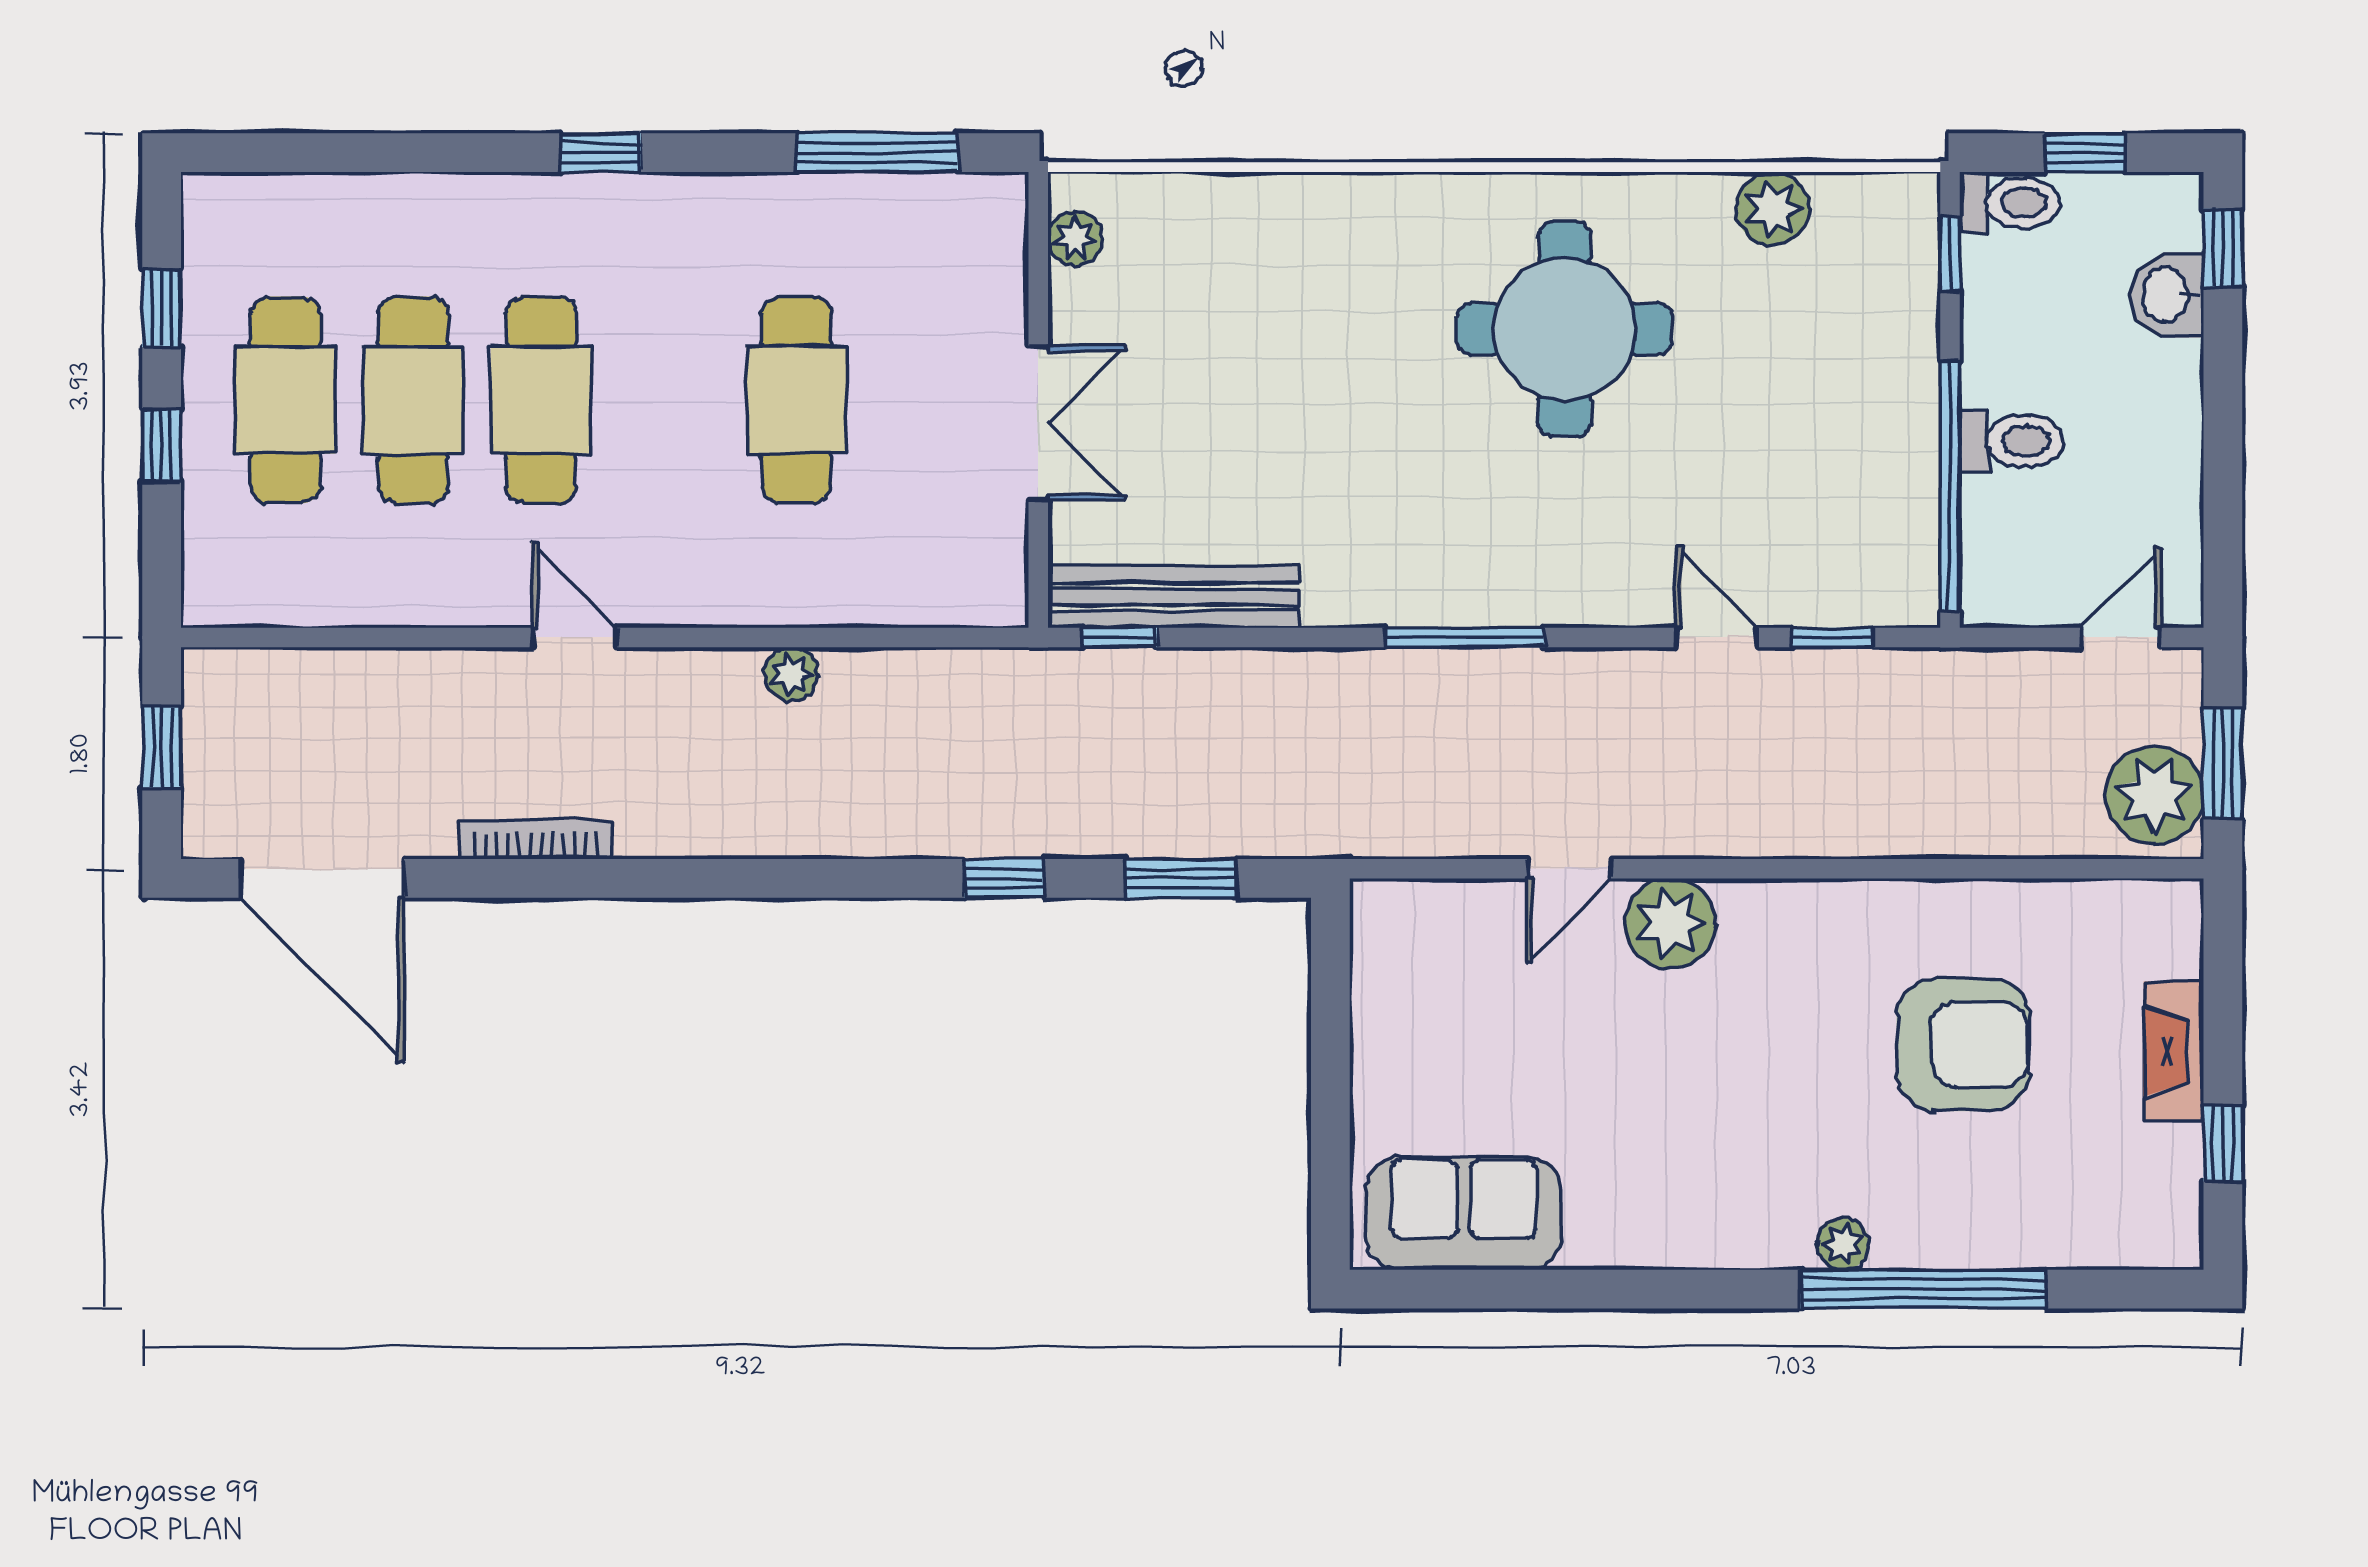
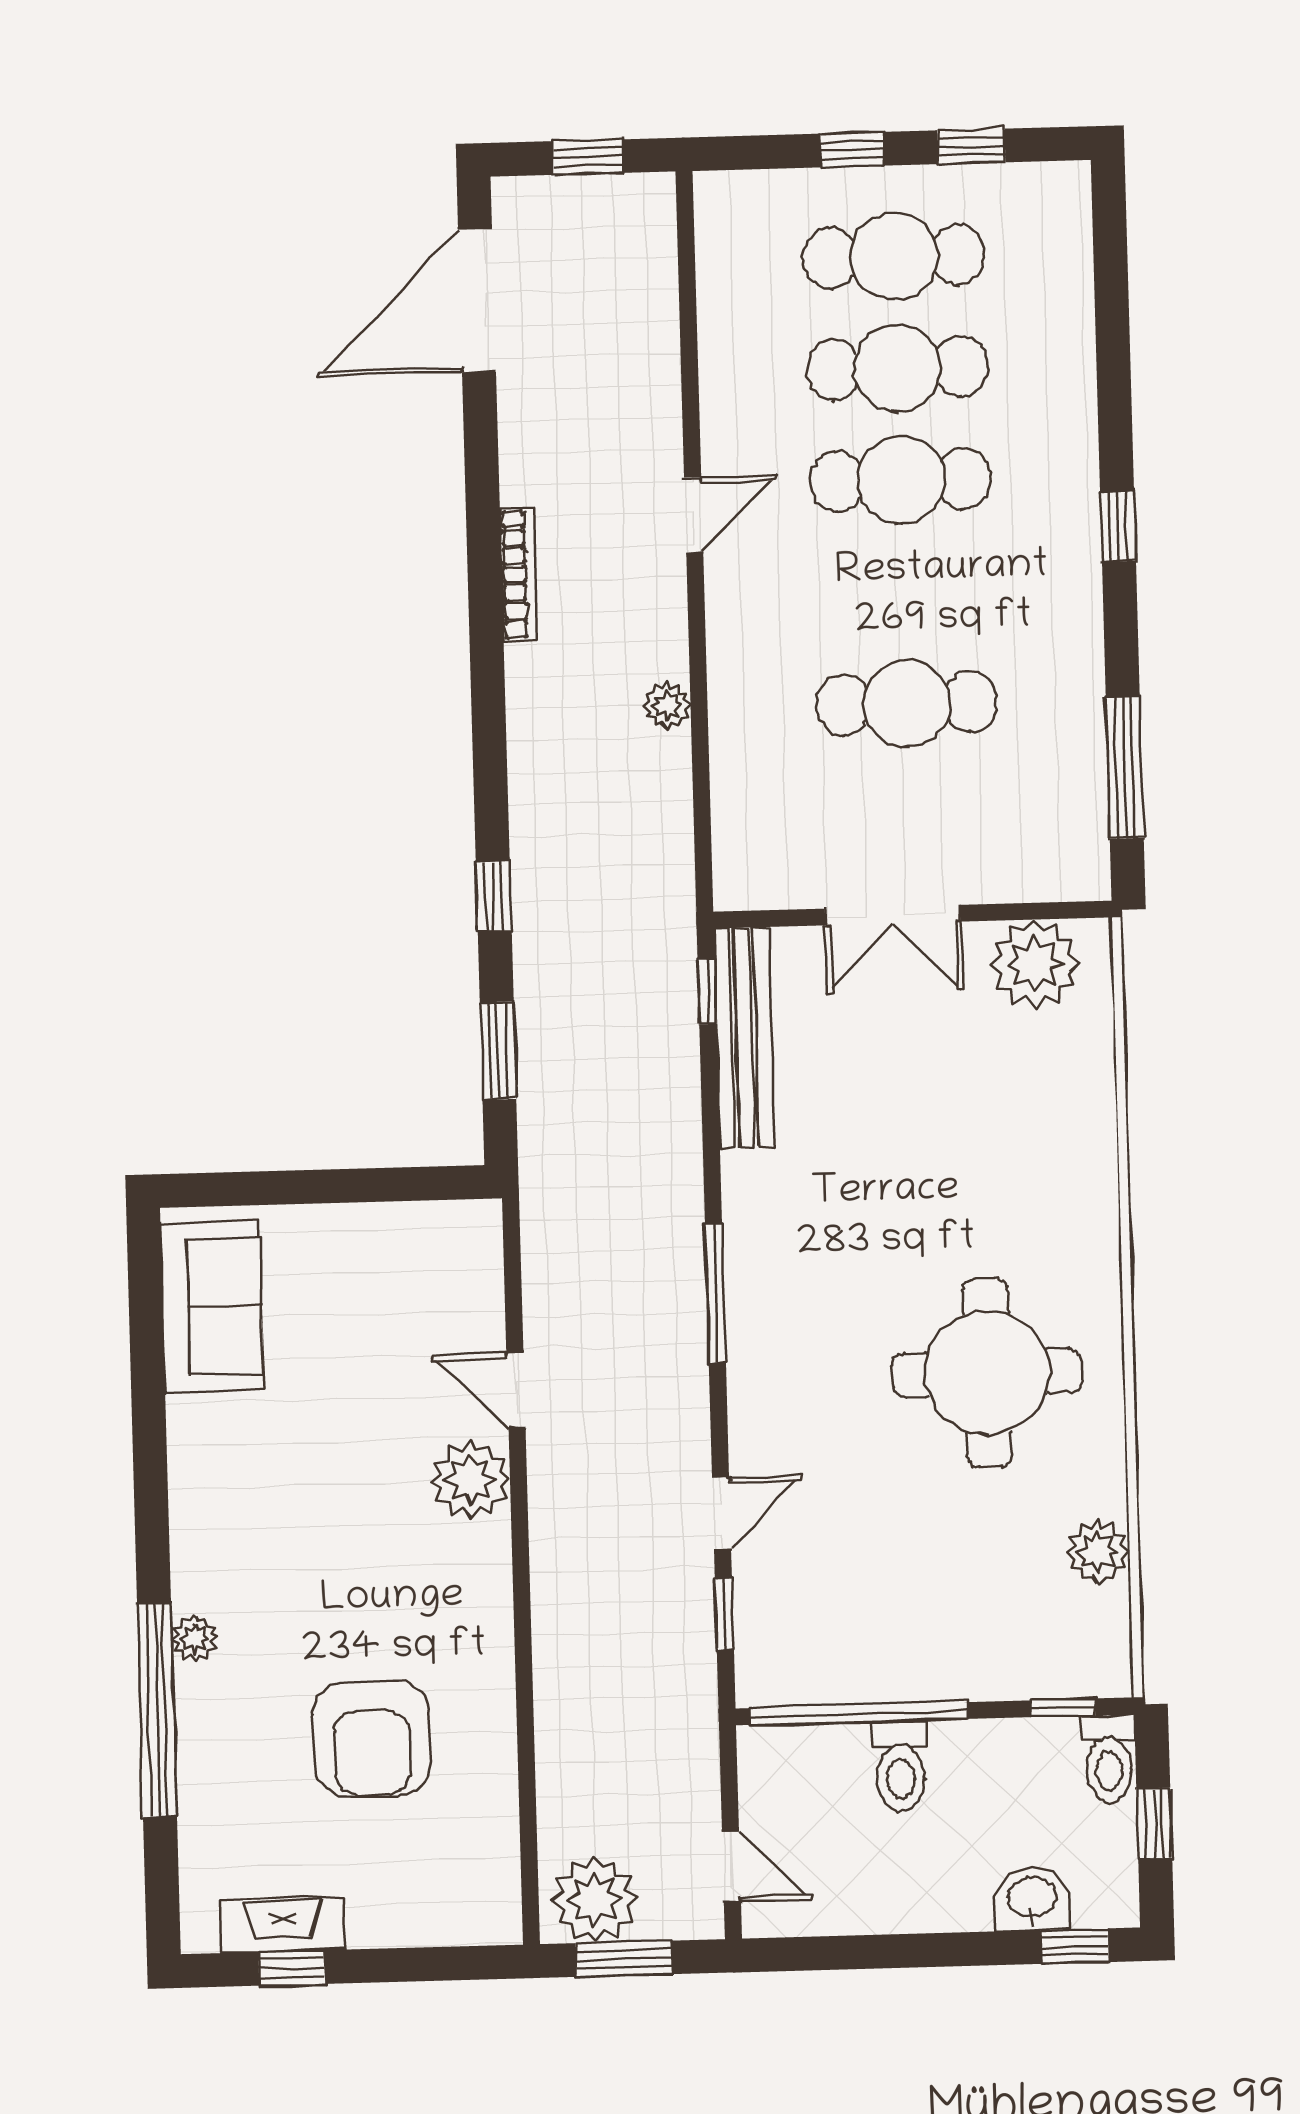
plant: (1075, 238) -> (1035, 964), width x1.87, depth x1.87
bookcase: (536, 840) -> (519, 574), moved
fireplace: (2174, 1052) -> (283, 1925), moved

